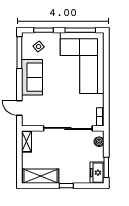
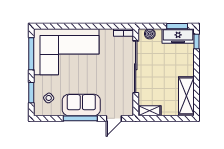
window: (19, 53) -> (80, 118), moved
freezer: (97, 173) -> (178, 36), width x1.40
window: (66, 186) -> (196, 42), moved

